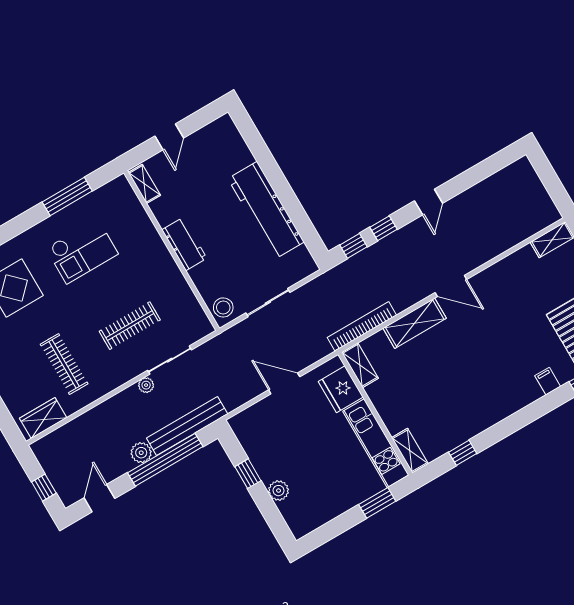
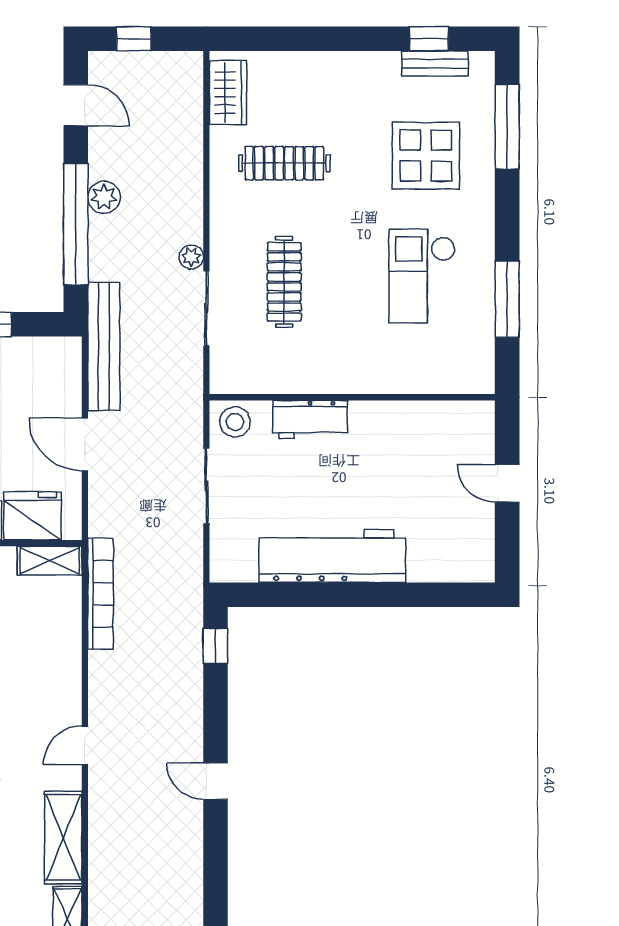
shelving: (144, 184) -> (464, 413), removed
window: (383, 228) -> (215, 700), removed
workbench: (184, 244) -> (310, 419), moved
door: (451, 286) -> (85, 745), width x0.73
shelving: (415, 323) -> (63, 838), moved
door: (284, 383) -> (85, 444), swing flipped
bench: (187, 426) -> (104, 346), moved

